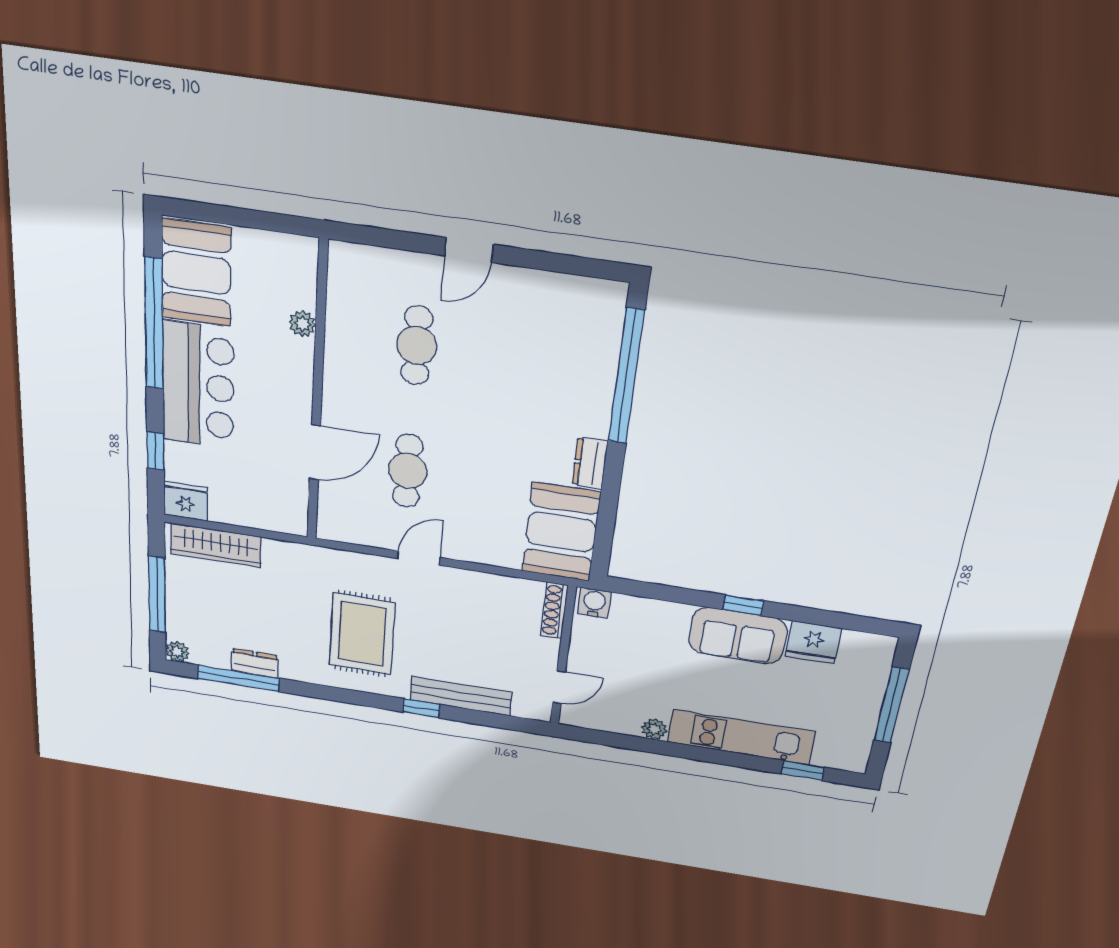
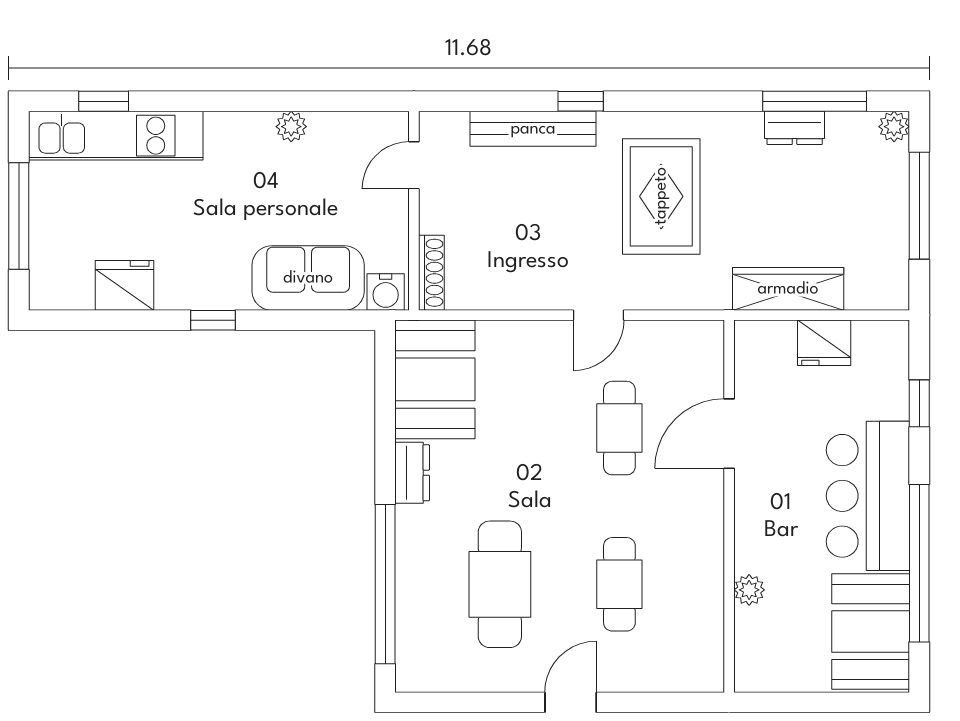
cafe table: (523, 361) -> (500, 584), added
fridge: (186, 501) -> (824, 343), moved
wardrobe: (216, 545) -> (788, 289), moved
sofa: (738, 636) -> (308, 278), moved
kitchen unit: (741, 737) -> (116, 136), moved

